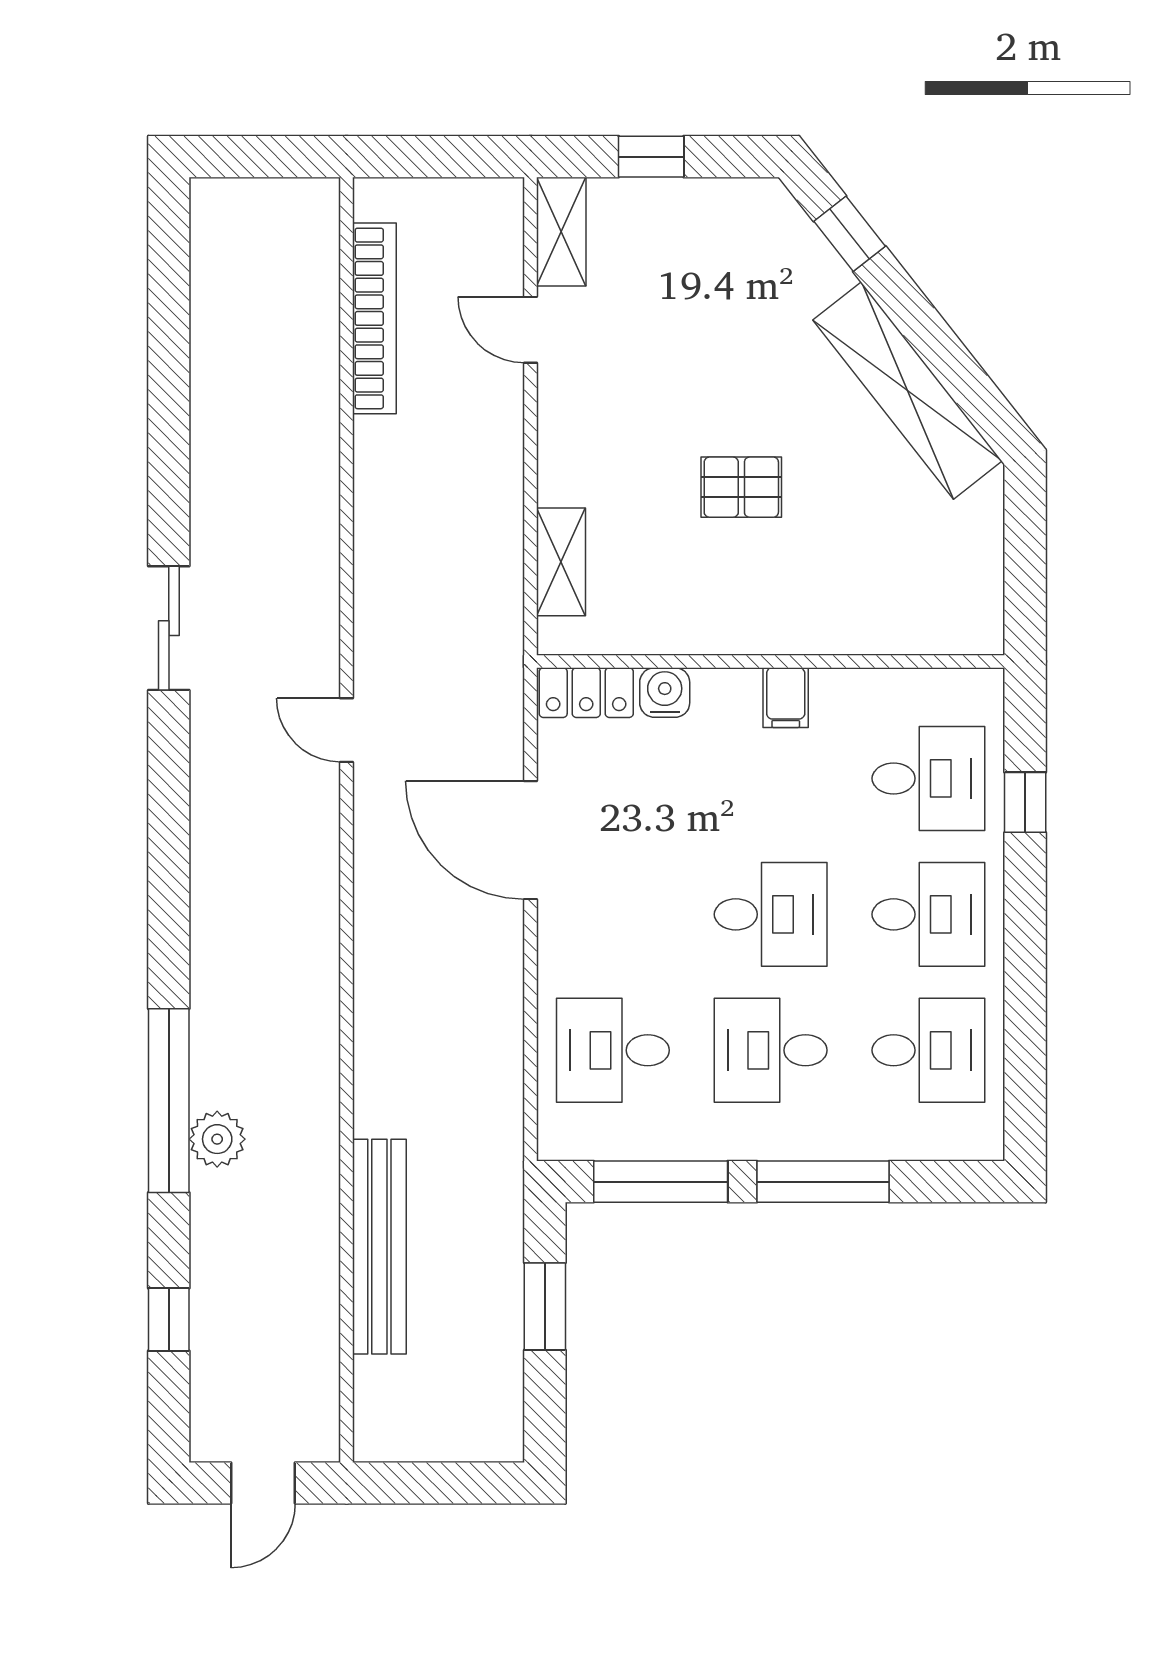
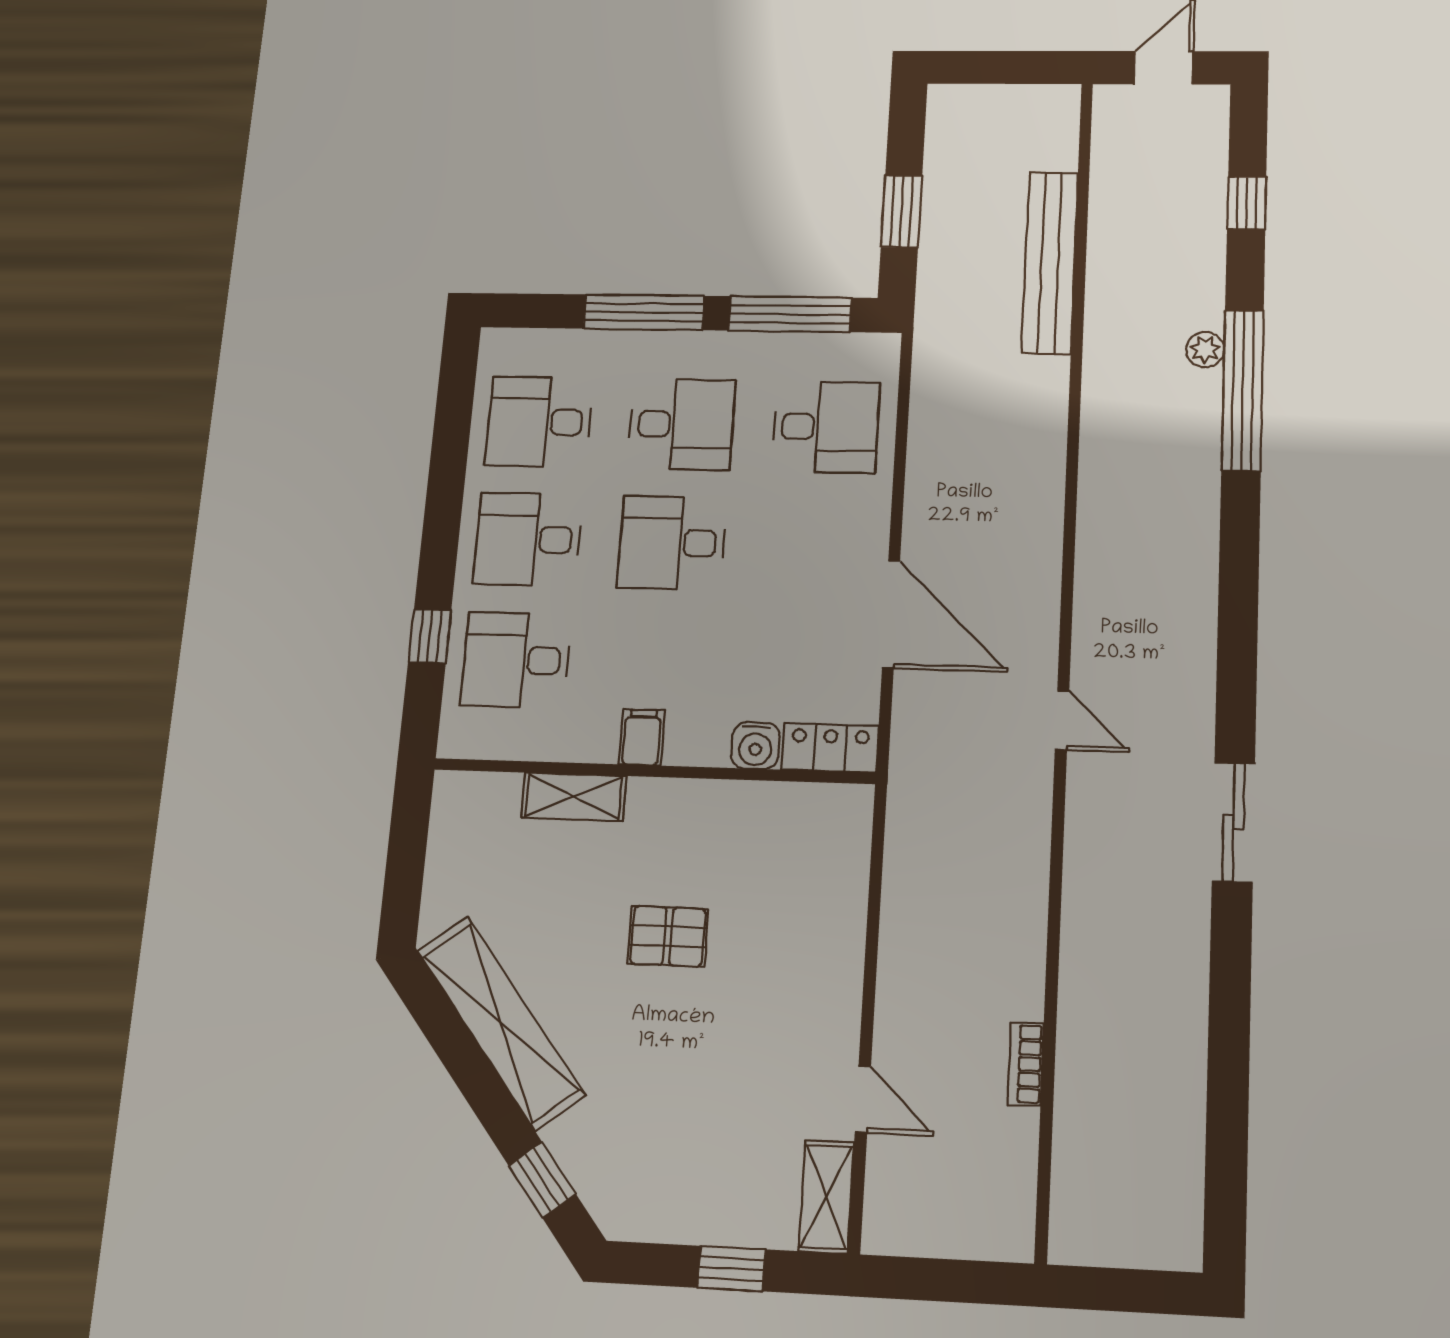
bookcase: (374, 318) -> (1026, 1064), width x0.43, depth x0.76
shelving: (561, 562) -> (574, 797), moved, turned 90
plant: (217, 1139) -> (1205, 350), width x0.73, depth x0.73

